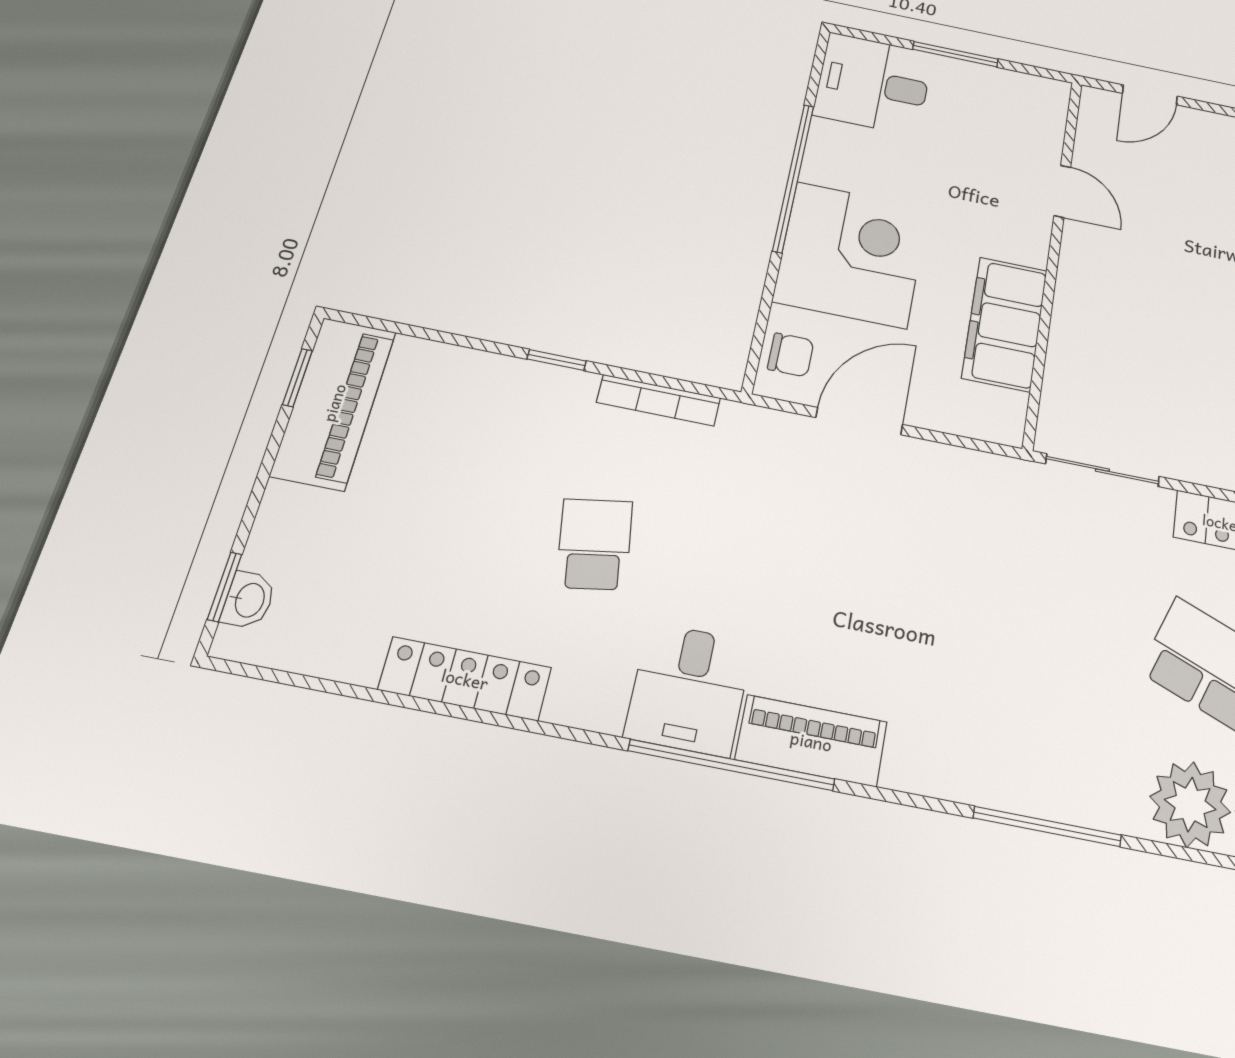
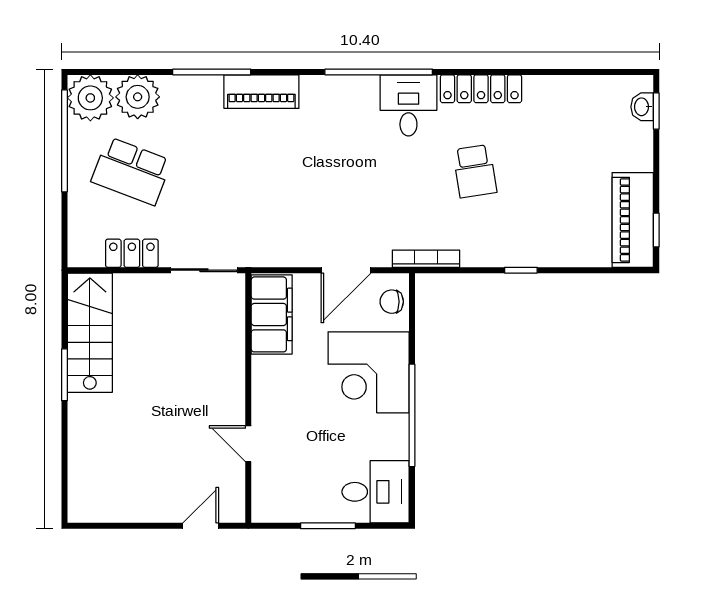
filing cabinet: (1005, 324) -> (272, 314), moved
bookcase: (659, 400) -> (426, 259), moved
locker: (465, 679) -> (481, 89), moved
piano: (811, 741) -> (261, 92), moved

